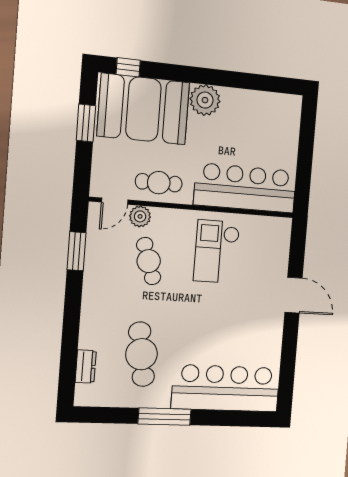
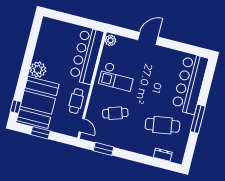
plant: (140, 216) -> (110, 40), moved

